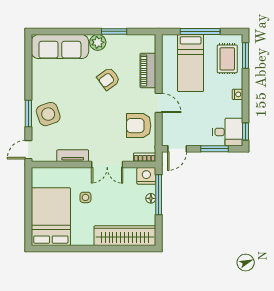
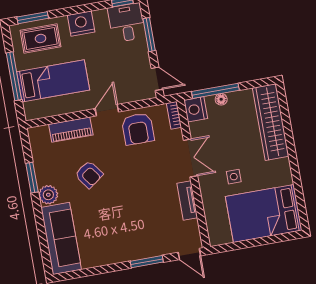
nightstand: (237, 94) -> (81, 24), width x1.89, depth x1.79
side table: (48, 114) -> (143, 238), removed

